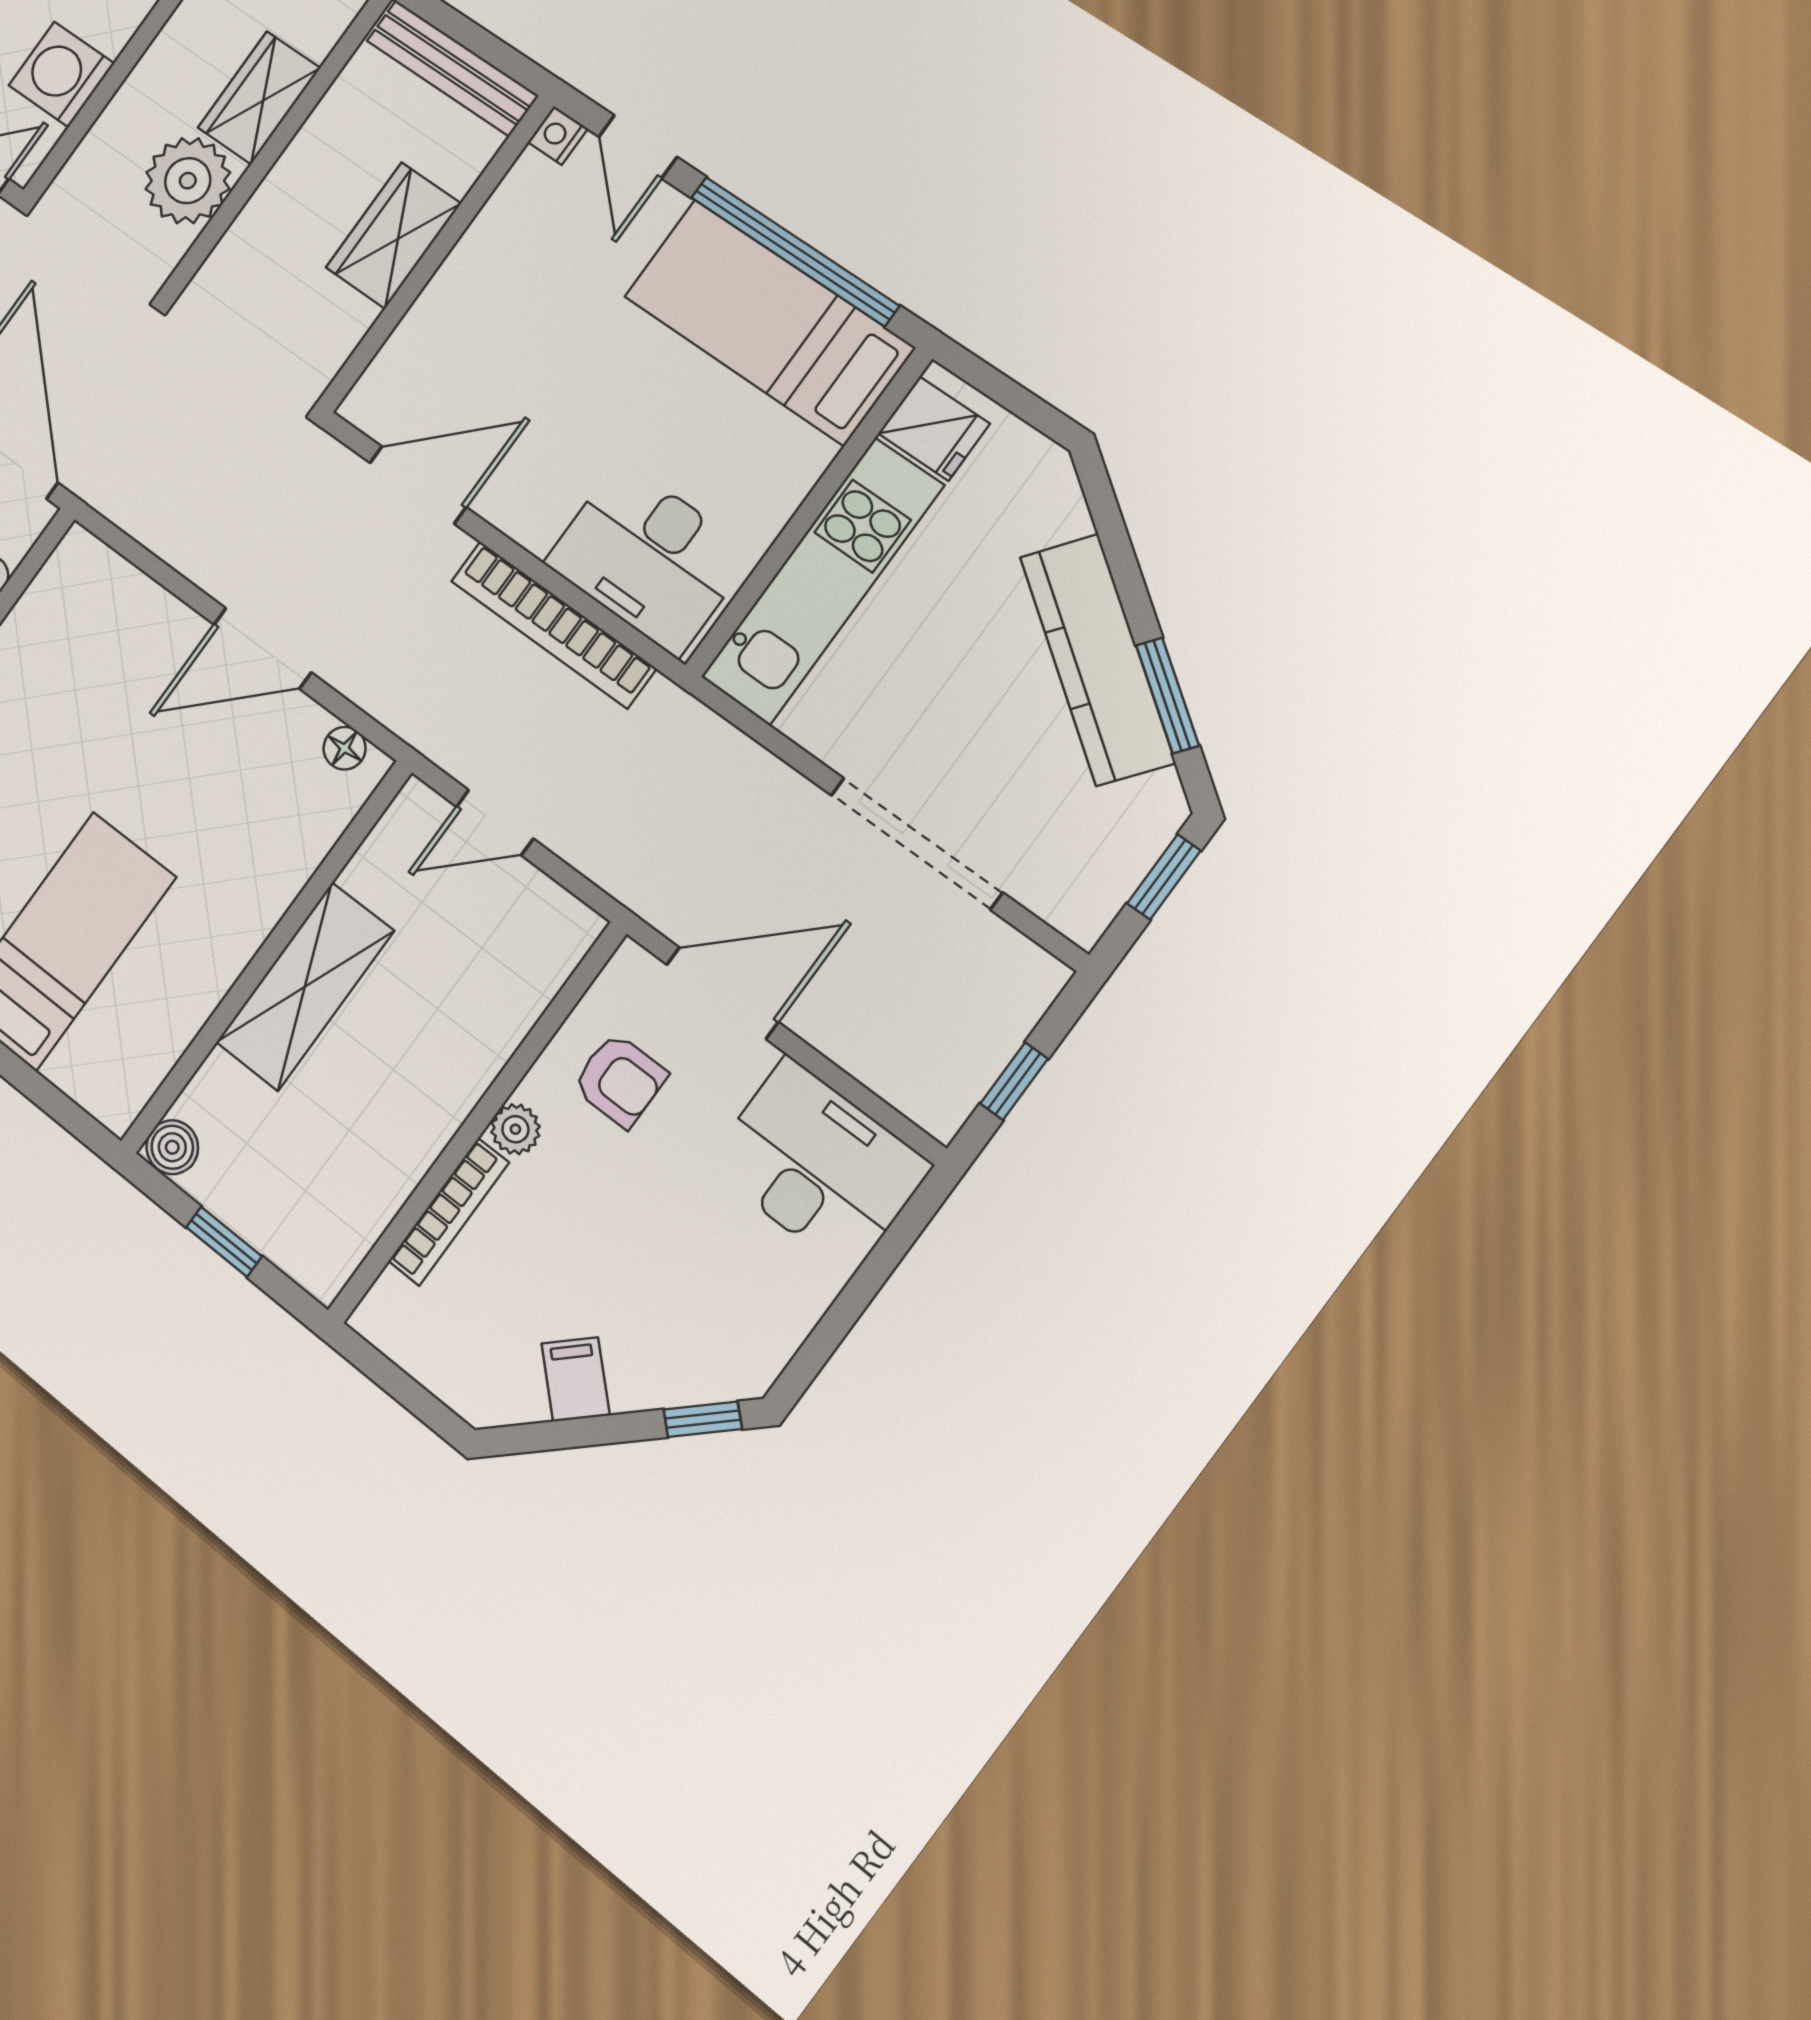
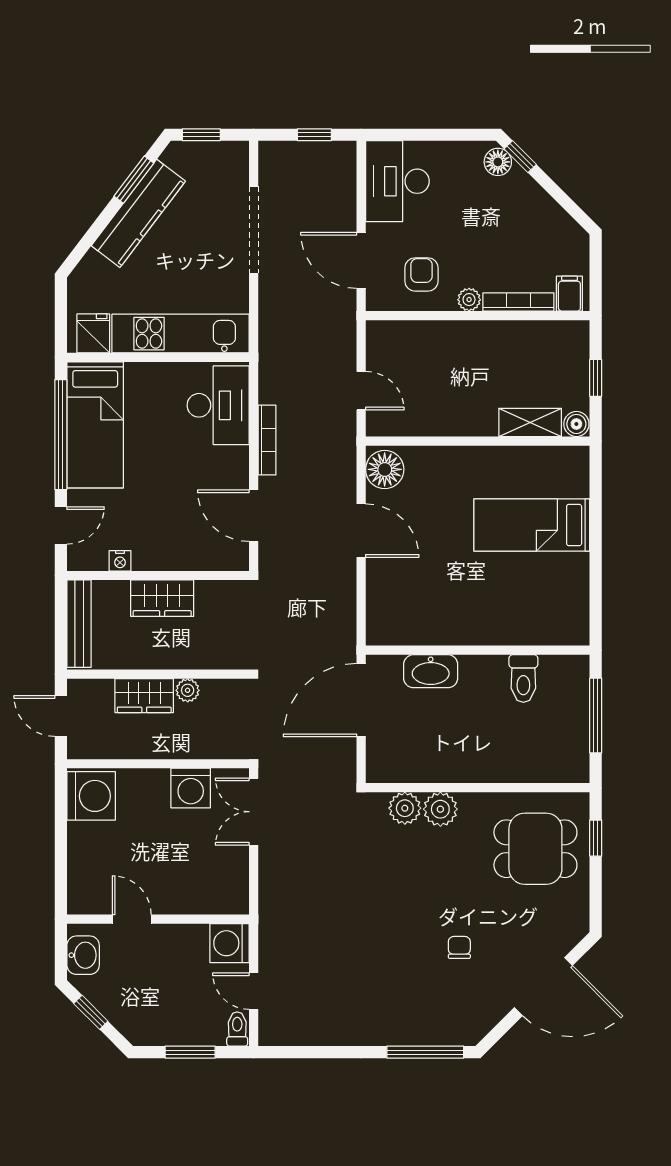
nightstand: (558, 135) -> (120, 561), moved
plant: (188, 181) -> (188, 690), width x0.53, depth x0.53
bookcase: (553, 625) -> (267, 440), width x0.68, depth x0.76
floor lamp: (345, 748) -> (385, 469), width x1.89, depth x1.89
shelving: (305, 987) -> (530, 422), moved, width x0.67, depth x0.75
floor lamp: (723, 1372) -> (498, 162), added
filing cabinet: (576, 1379) -> (569, 294), moved, turned 135

